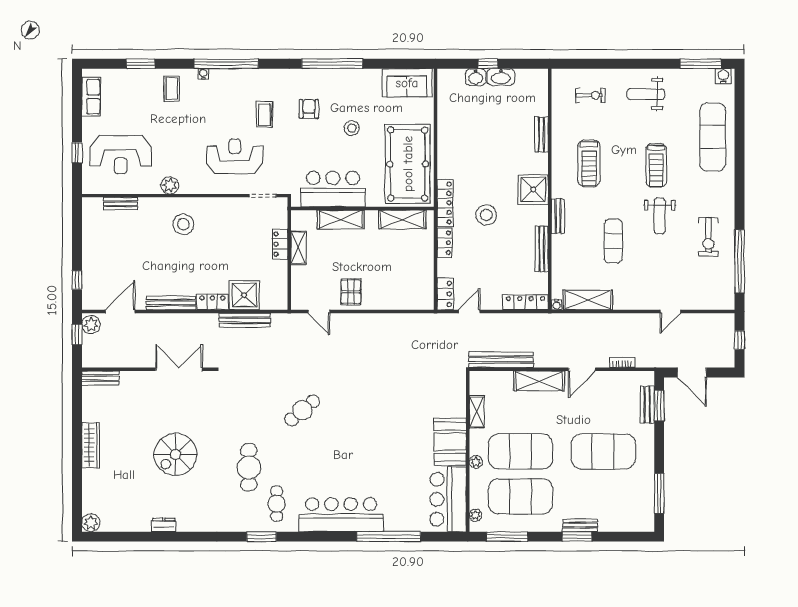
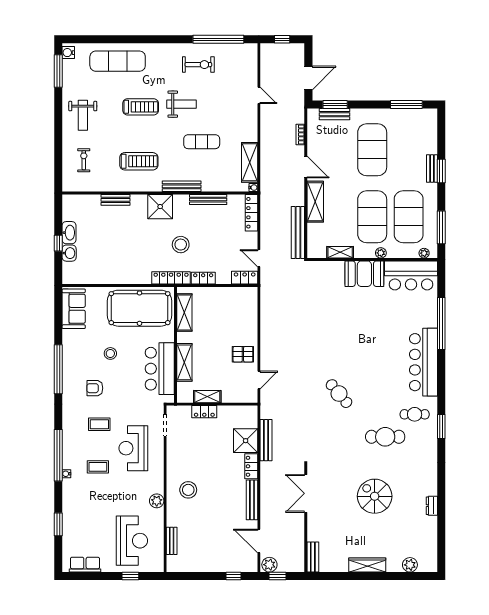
coffee table: (172, 89) -> (98, 467), moved
bench: (558, 216) -> (182, 186), width x1.36
spiral stairs: (176, 454) -> (375, 496), turned 180
plant: (91, 523) -> (410, 565), moved

